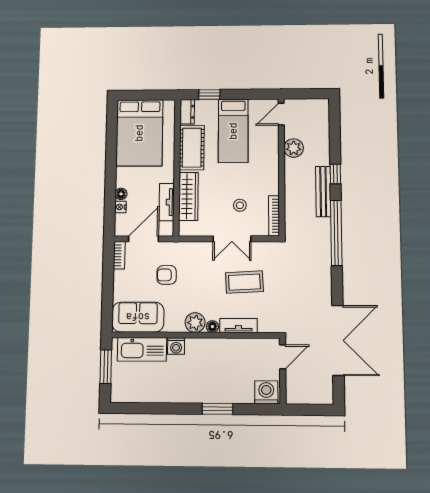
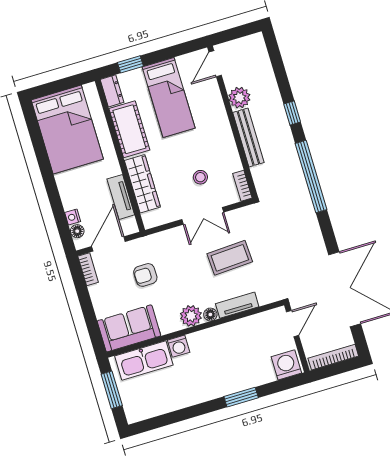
bench: (323, 191) -> (248, 137), moved
floor lamp: (121, 194) -> (77, 231), moved
bookcase: (274, 216) -> (242, 186), width x0.64
bookcase: (310, 398) -> (333, 357), added

